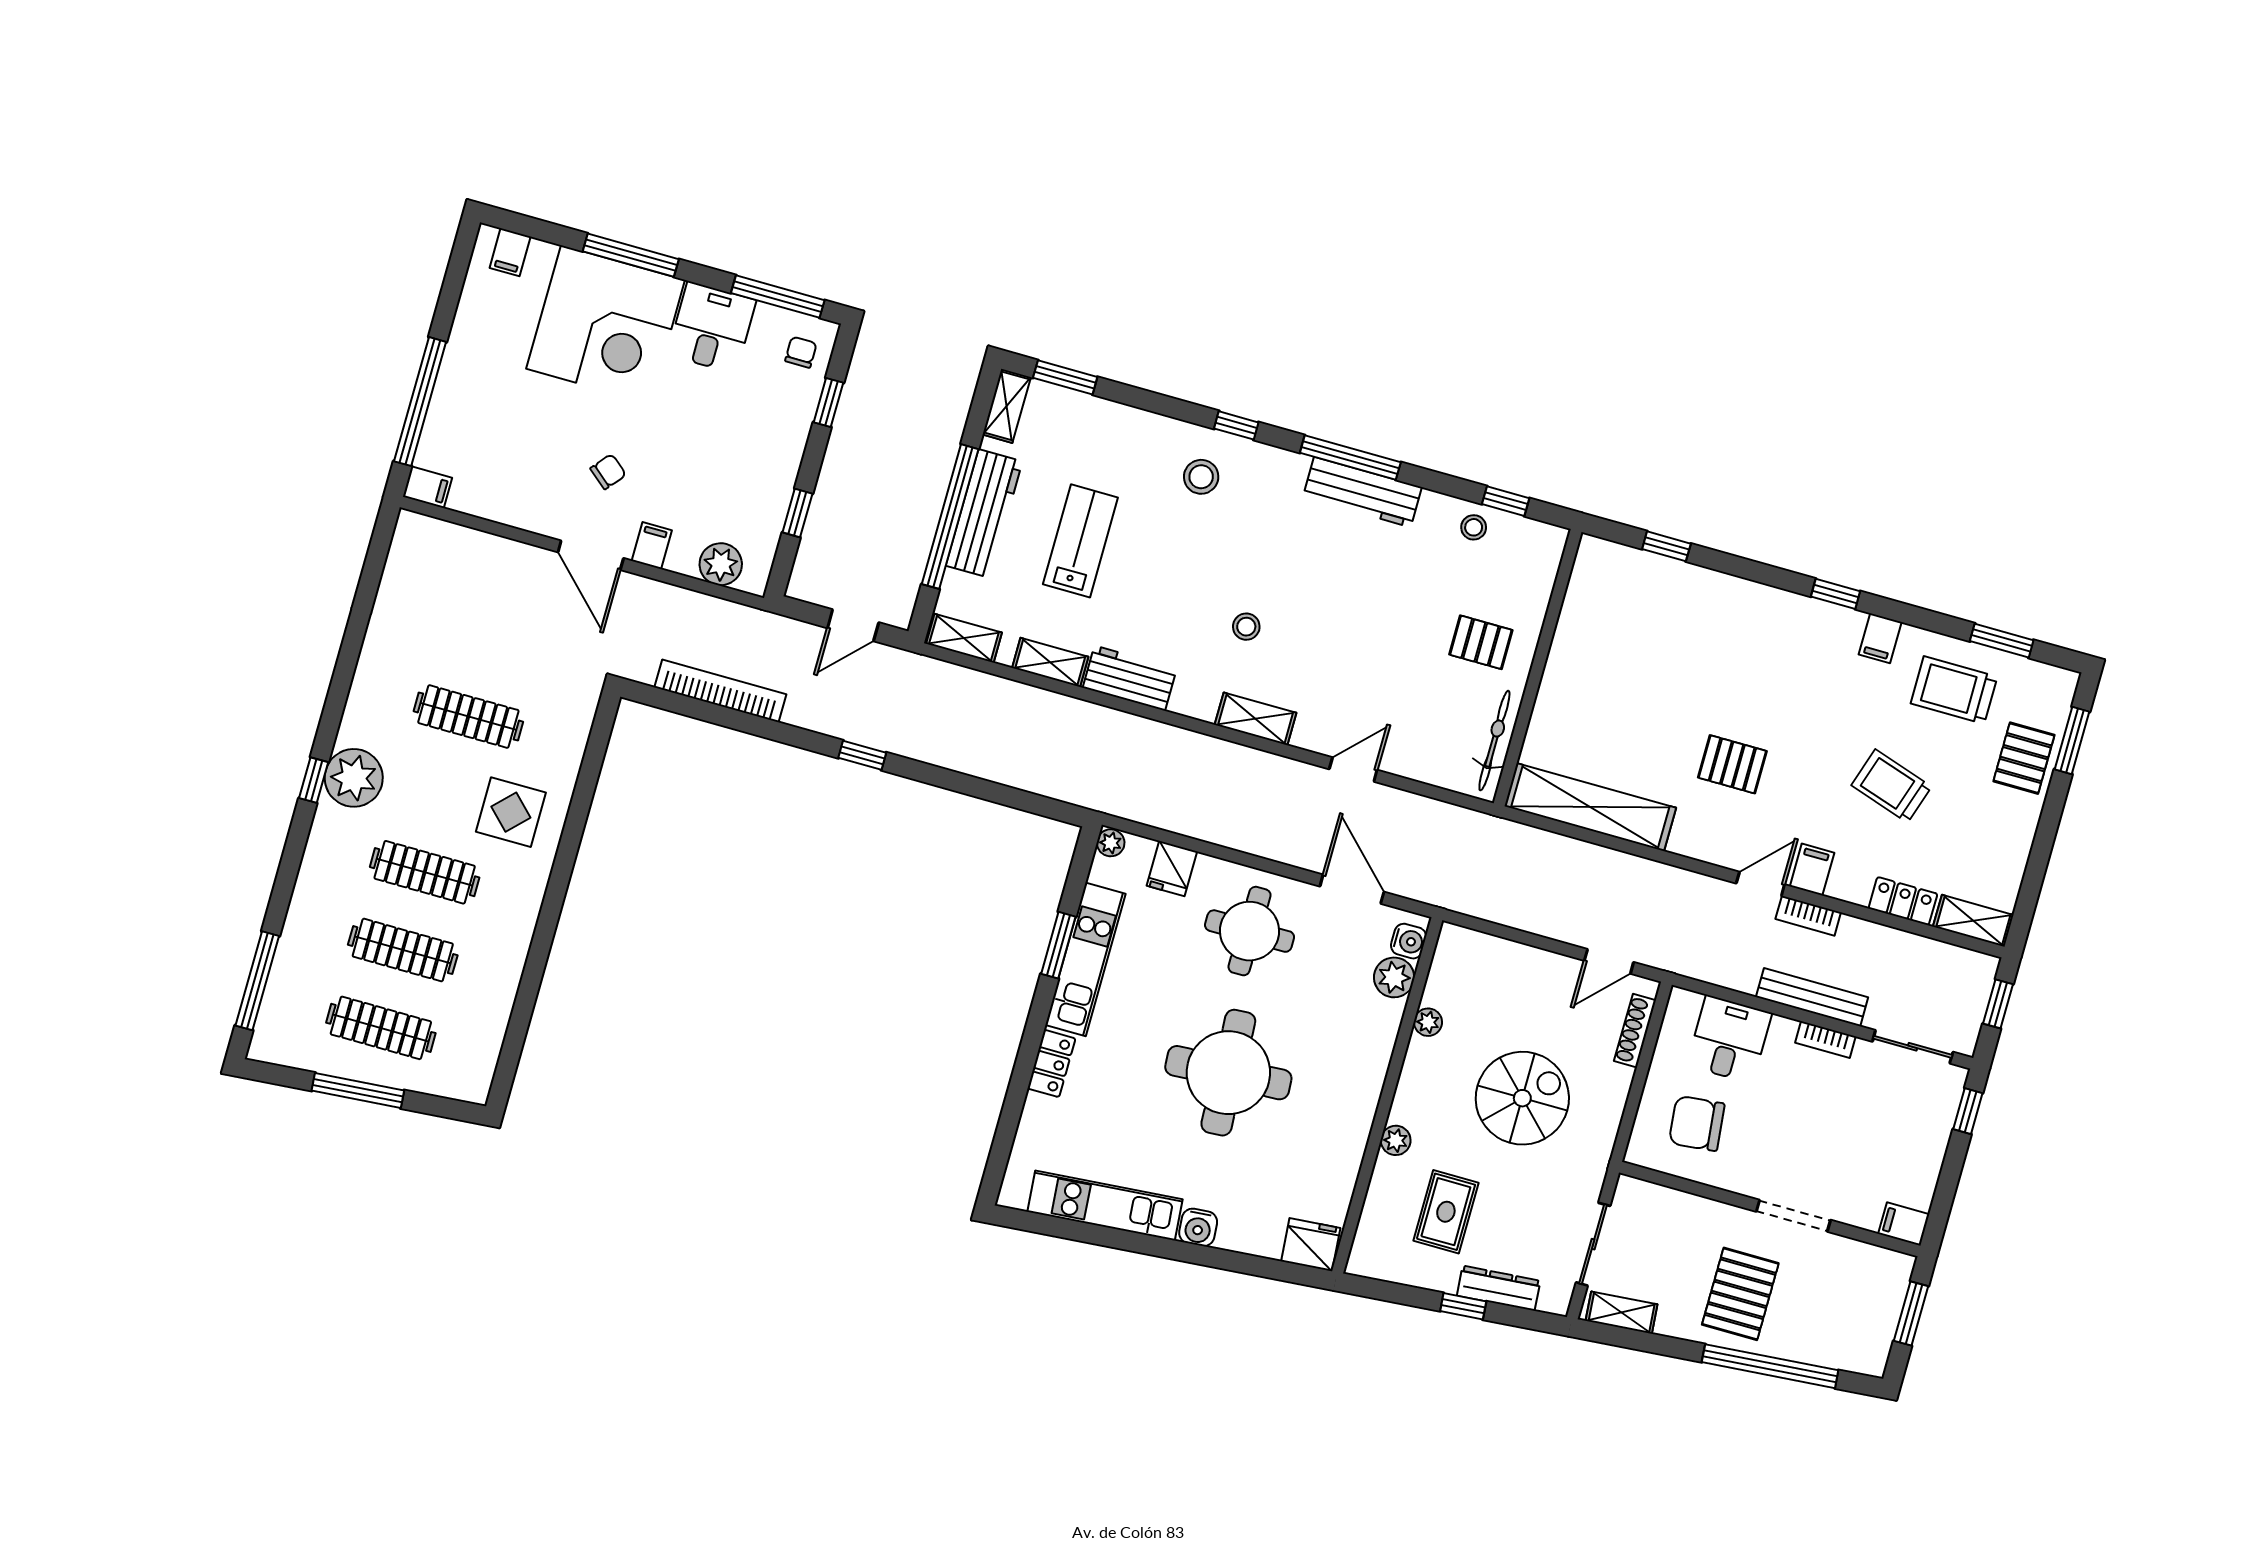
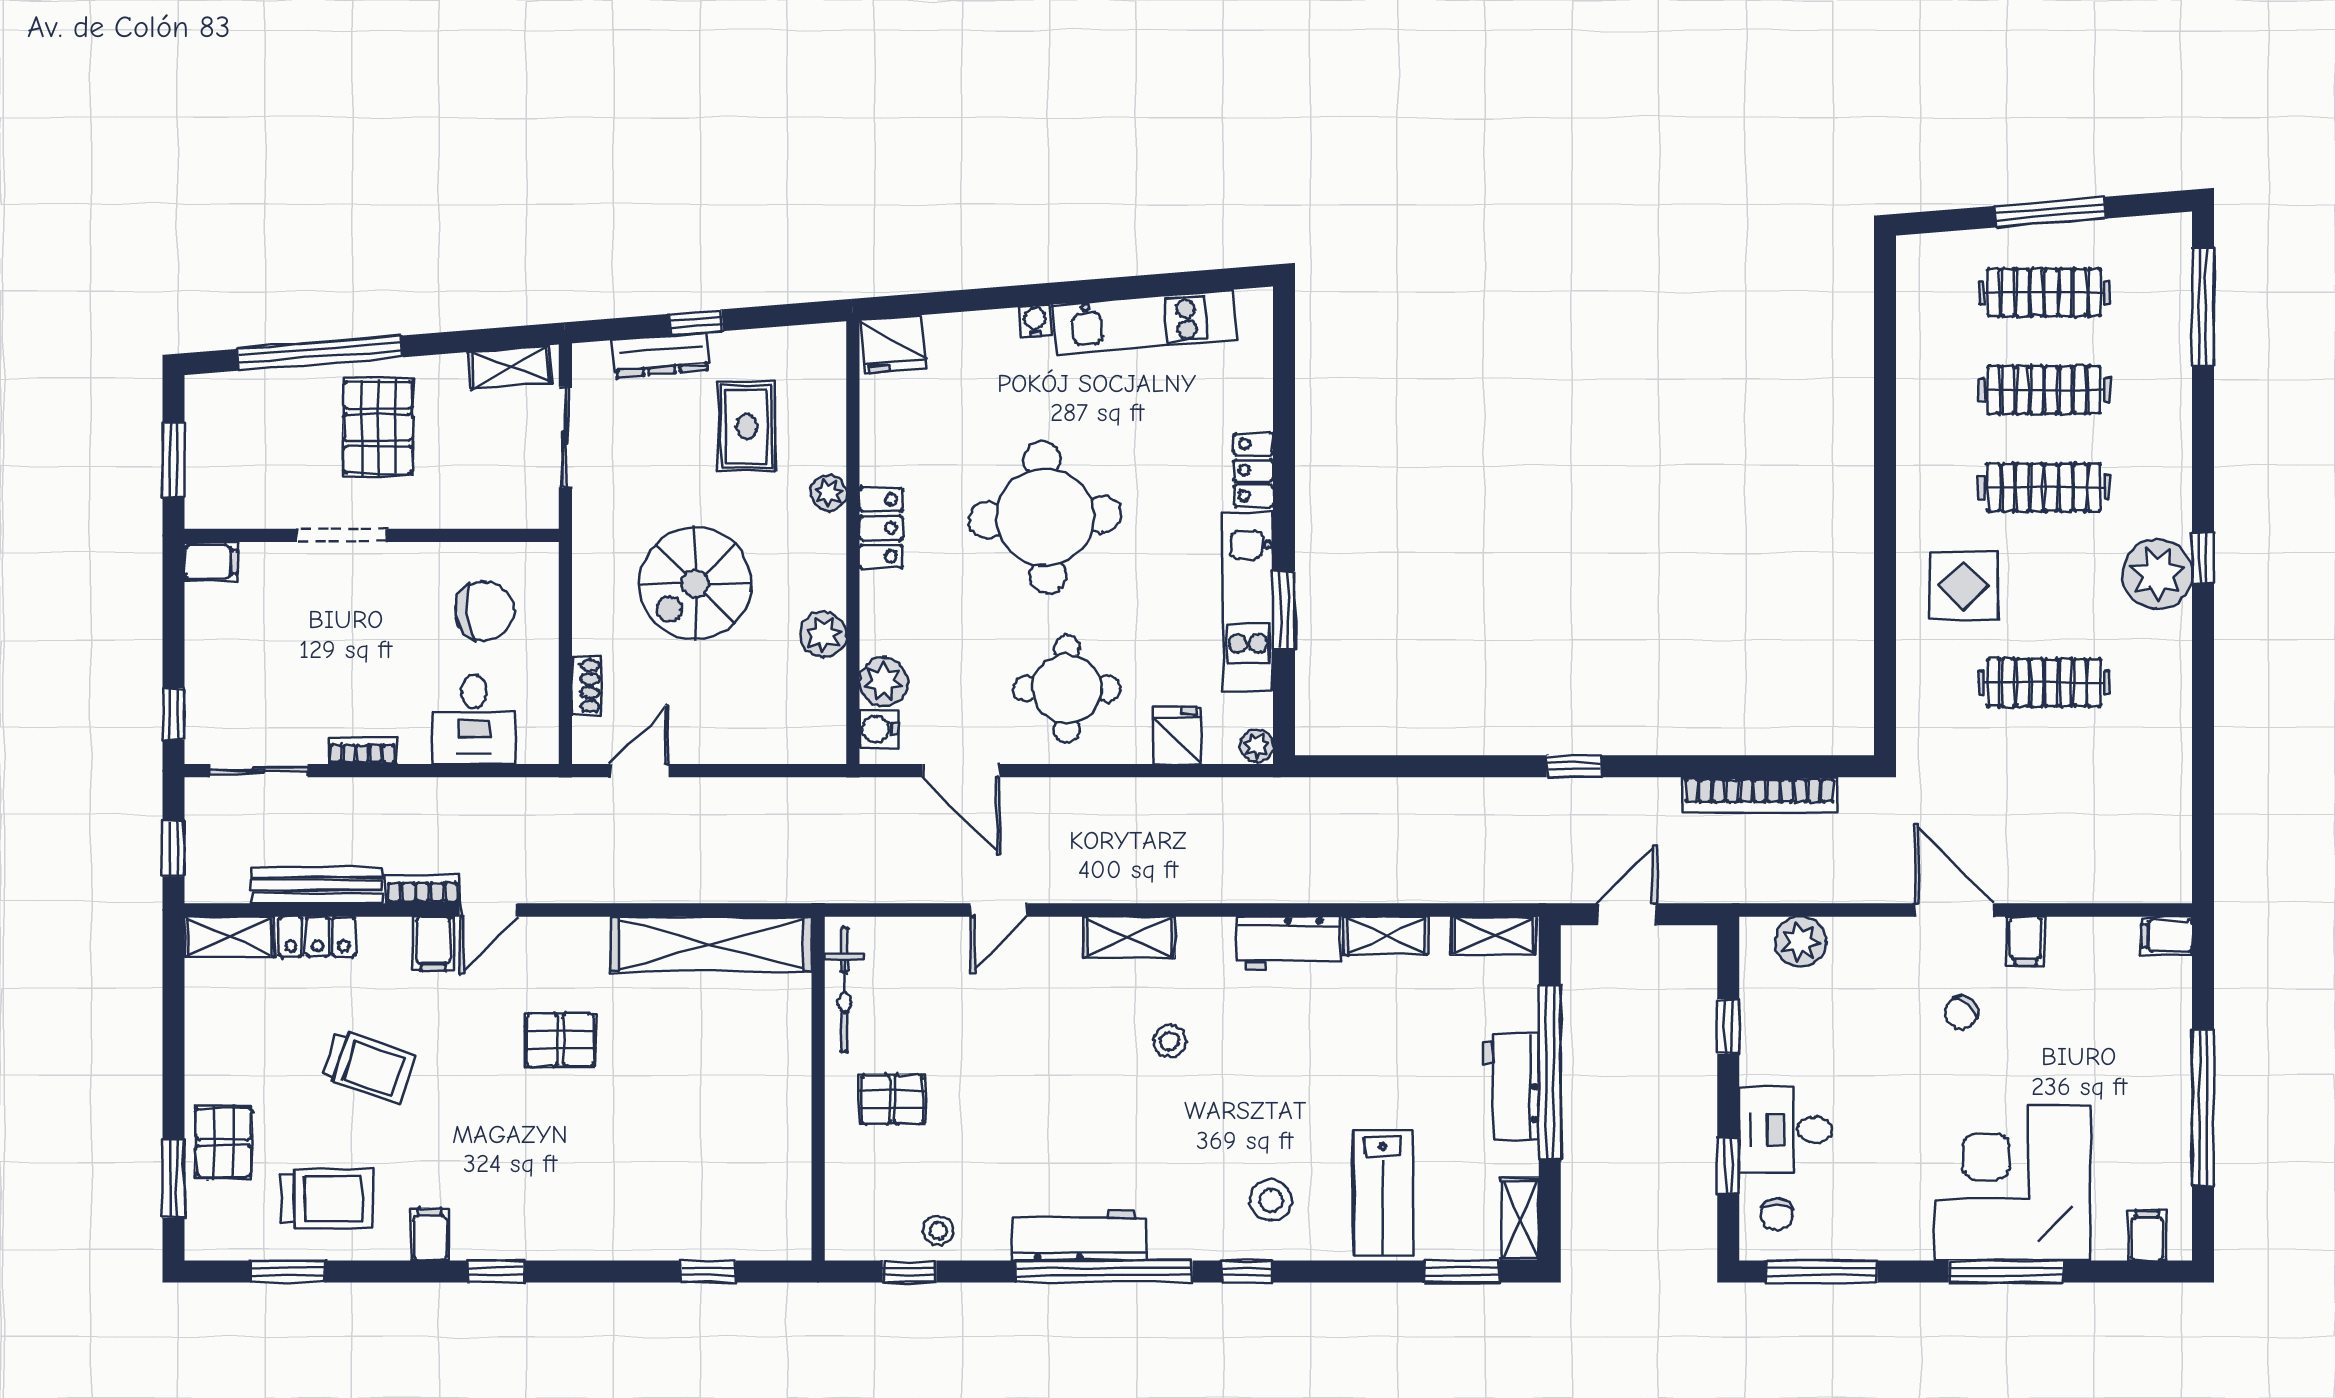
desk: (712, 327) -> (1786, 1130), moved, turned 90
window: (420, 402) -> (2203, 1108), moved
window: (1350, 457) -> (1104, 1271), width x1.46
workbench: (984, 513) -> (1511, 1087), width x0.73
lab bench: (1080, 541) -> (1383, 1193), moved
filing cabinet: (652, 546) -> (2026, 941), moved
bench: (1812, 997) -> (317, 885), moved
plant: (1428, 1022) -> (823, 635), width x1.38, depth x1.38
shoe rack: (1635, 1031) -> (586, 686), width x0.70
locker: (1362, 1101) -> (881, 528), added
water cooler: (1198, 1227) -> (1035, 321), width x0.72, depth x0.72

